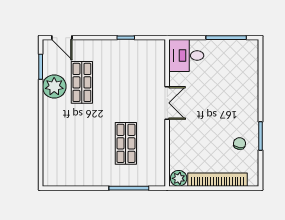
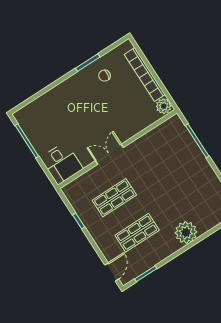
plant: (54, 86) -> (186, 232), moved
shop shelf: (126, 143) -> (114, 198), moved

